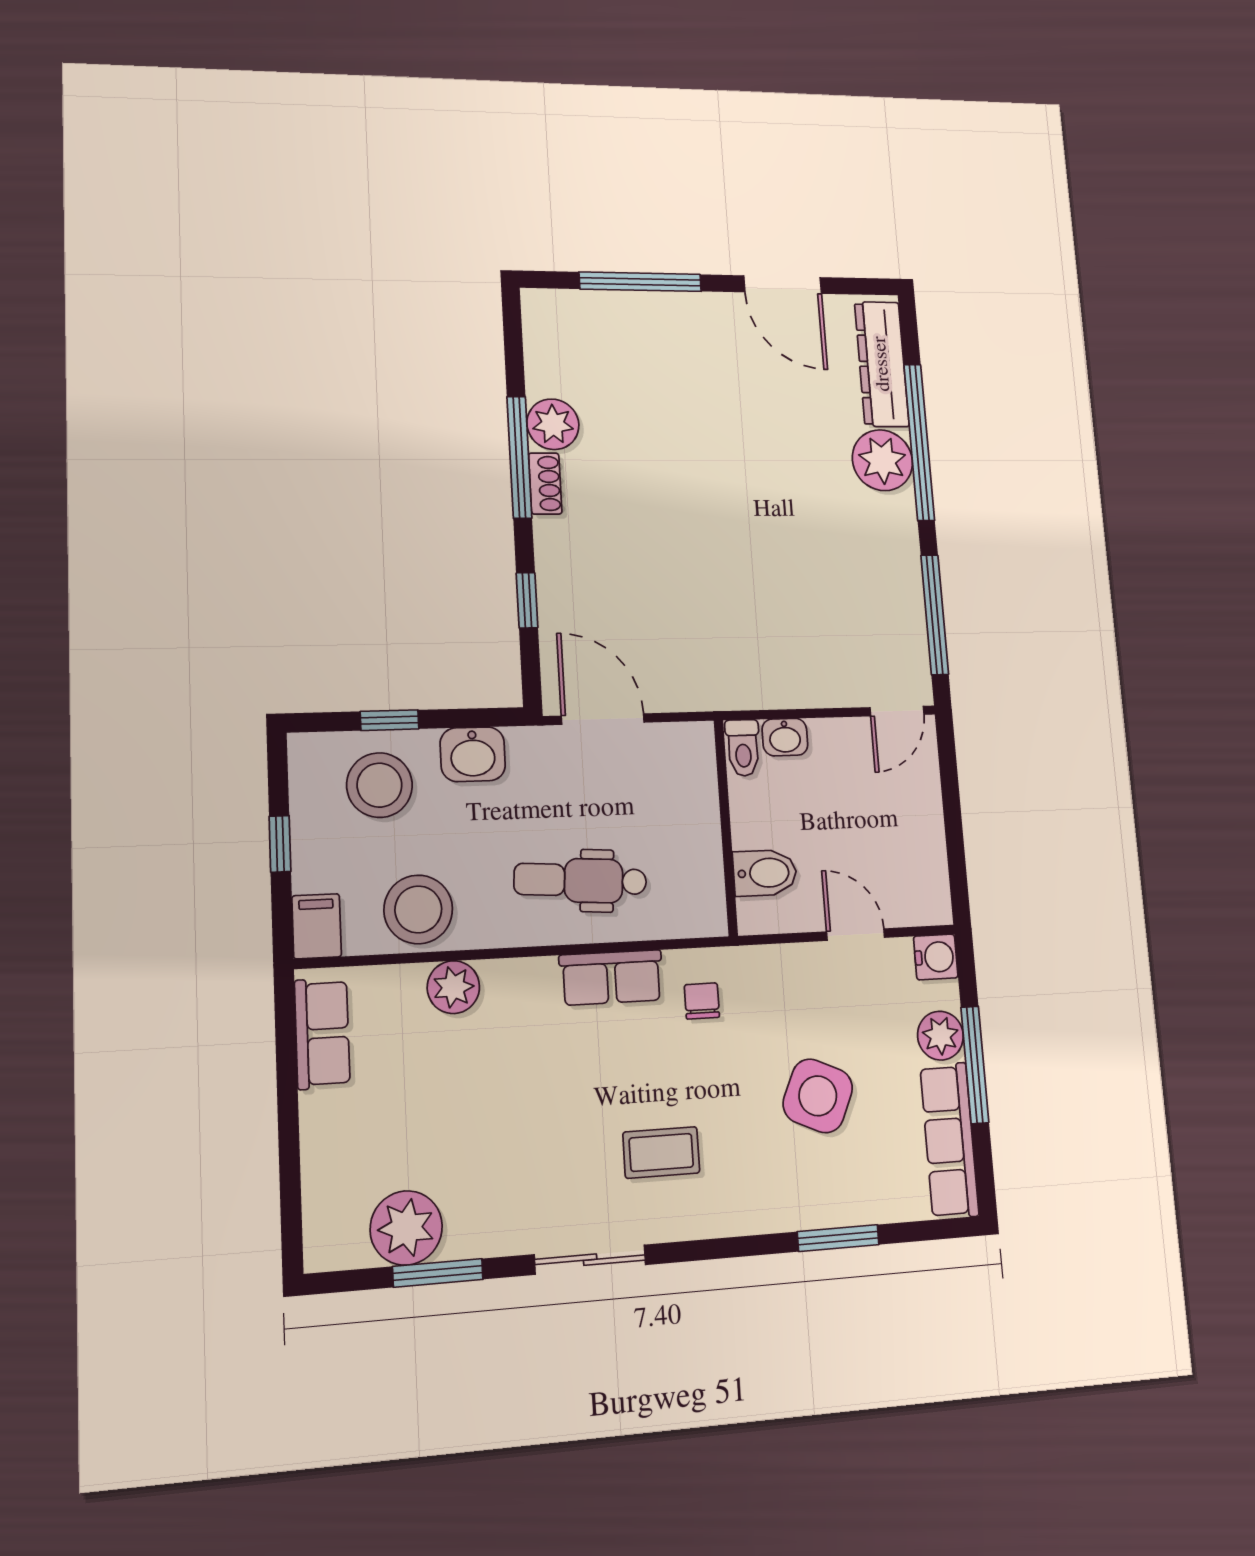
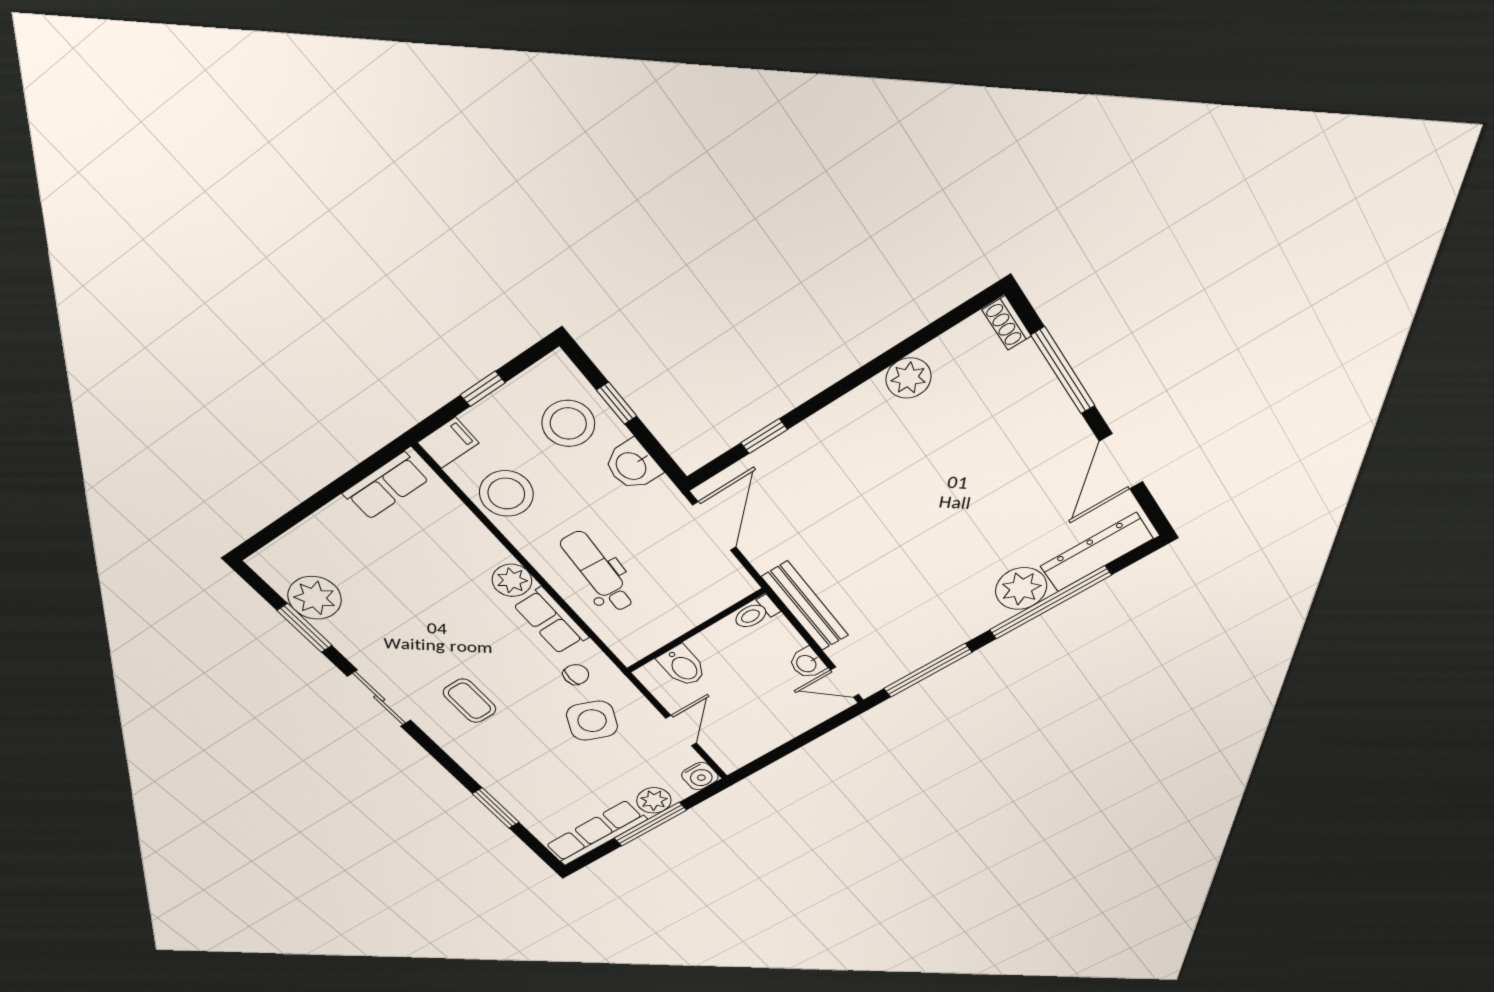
window: (519, 457) -> (868, 371), removed
shoe rack: (545, 484) -> (1007, 323), moved, turned 90
bench: (767, 690) -> (805, 606), added
washbasin: (785, 737) -> (807, 663), moved
plant: (453, 987) -> (512, 580), moved
side table: (818, 1096) -> (592, 721), moved

